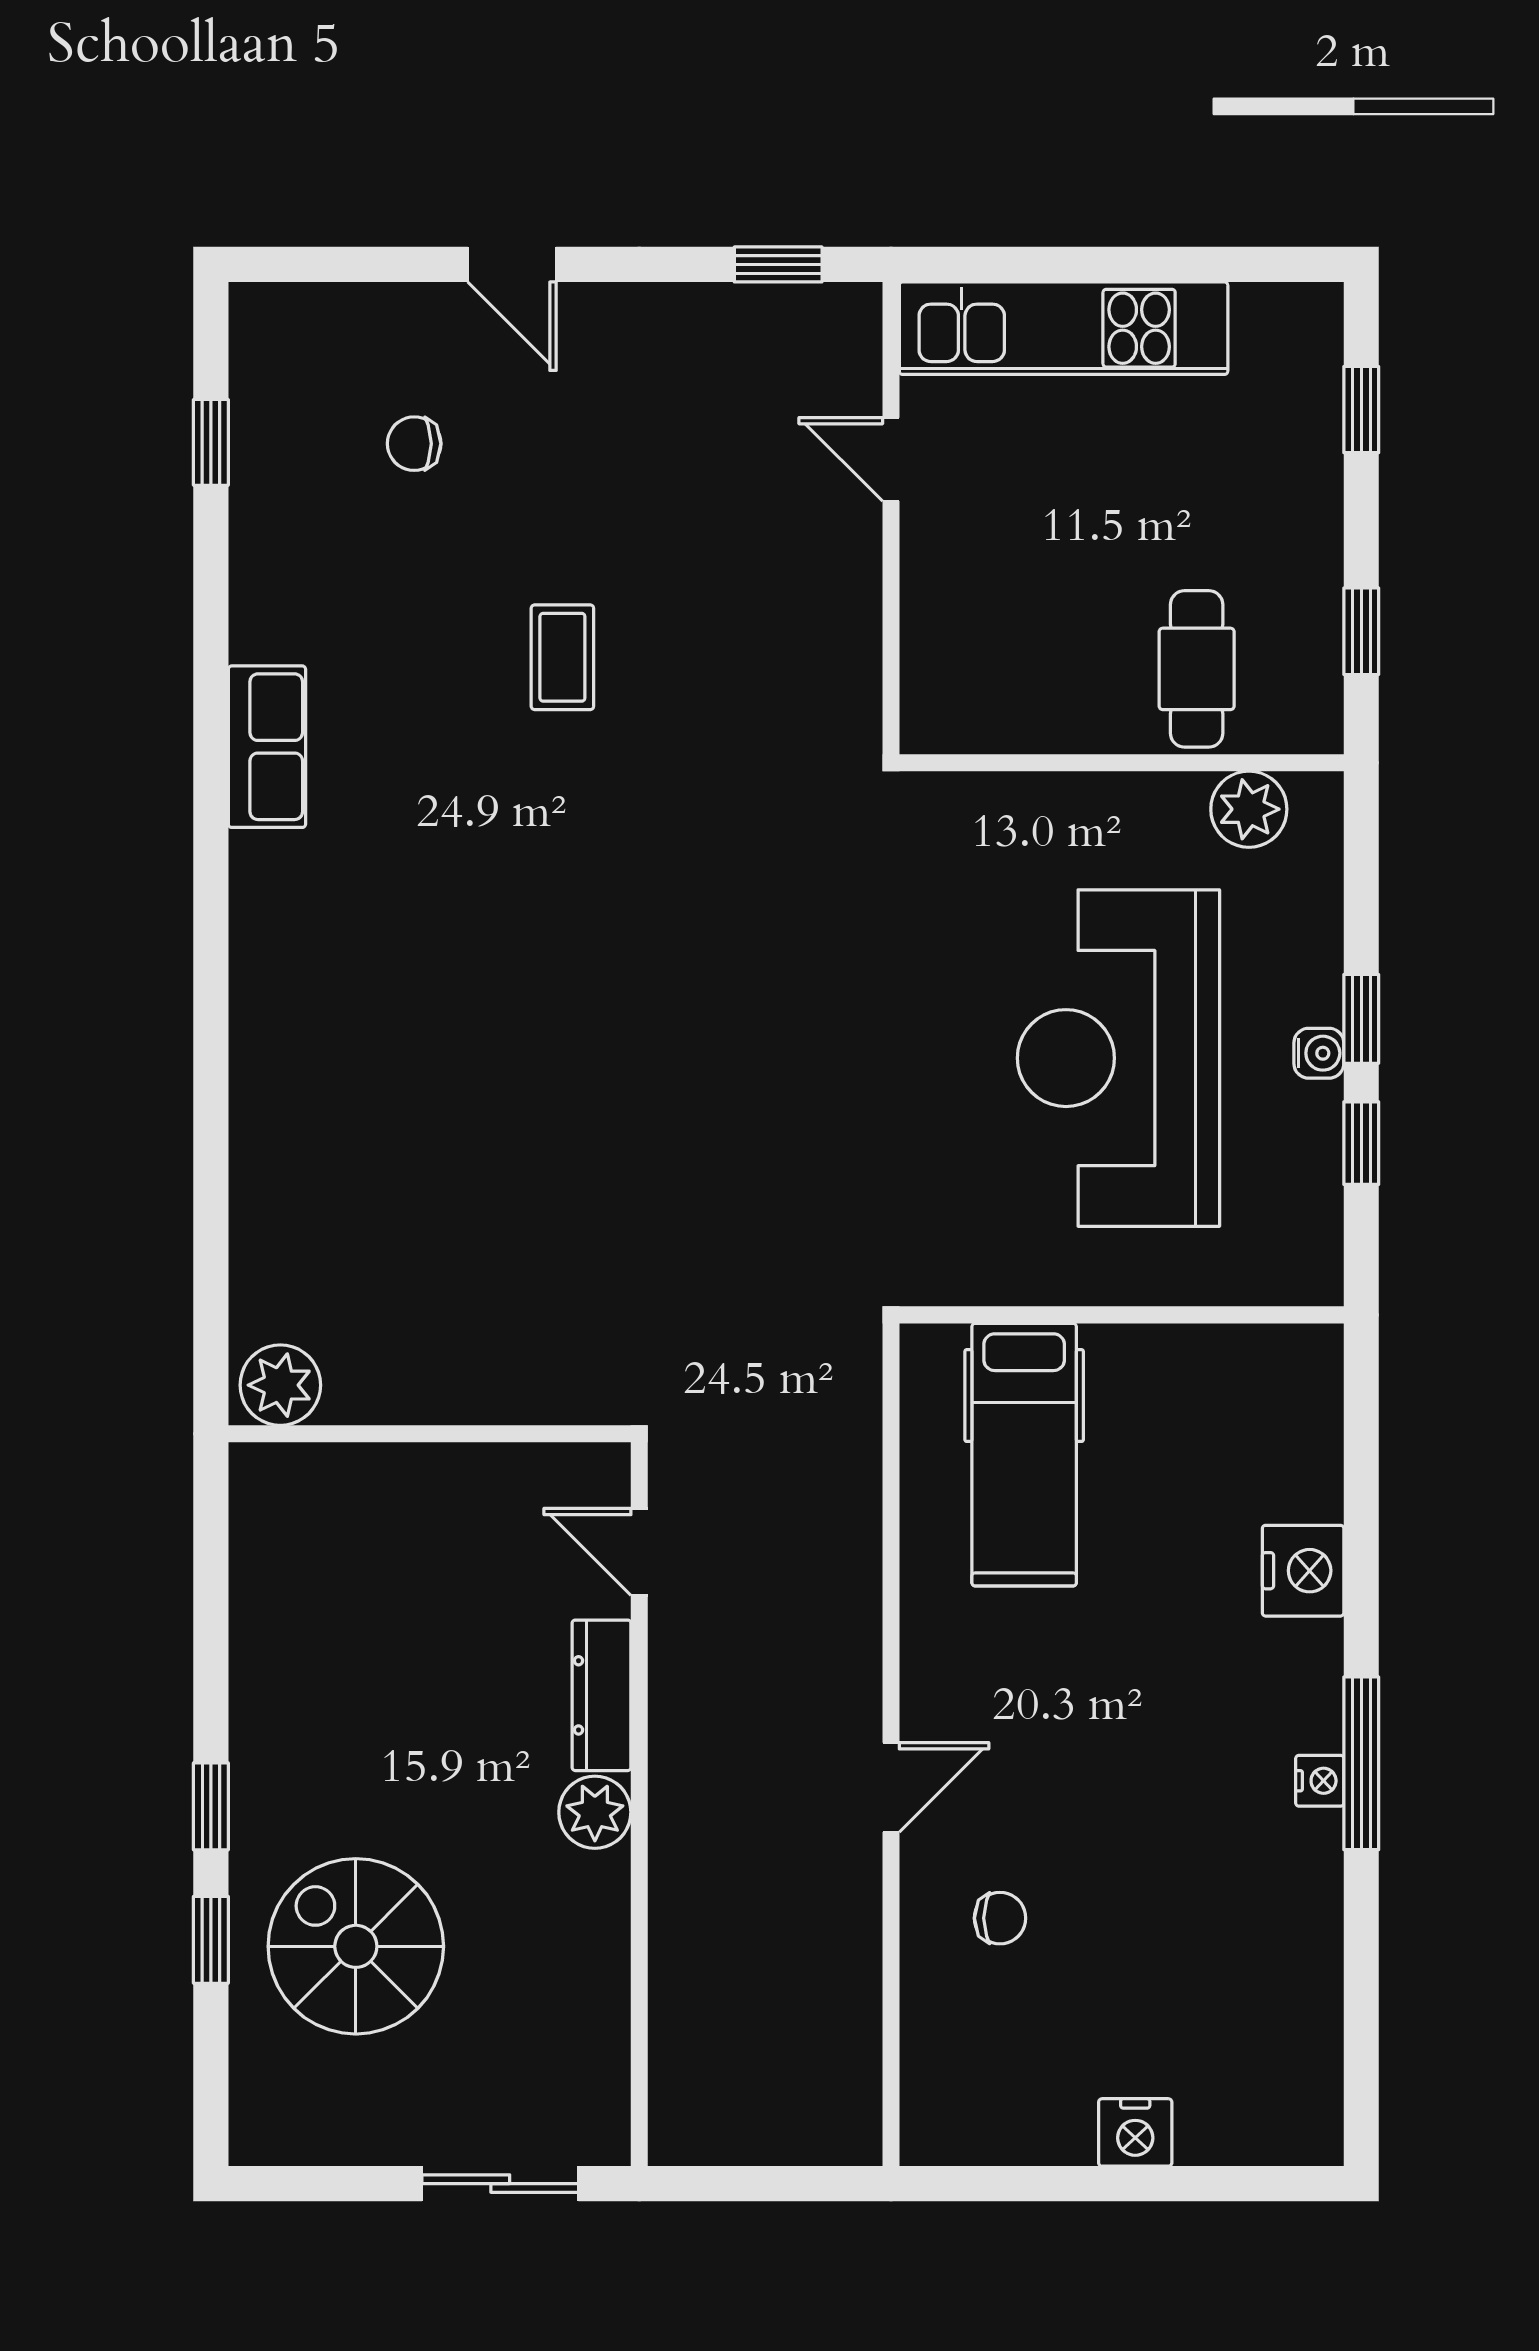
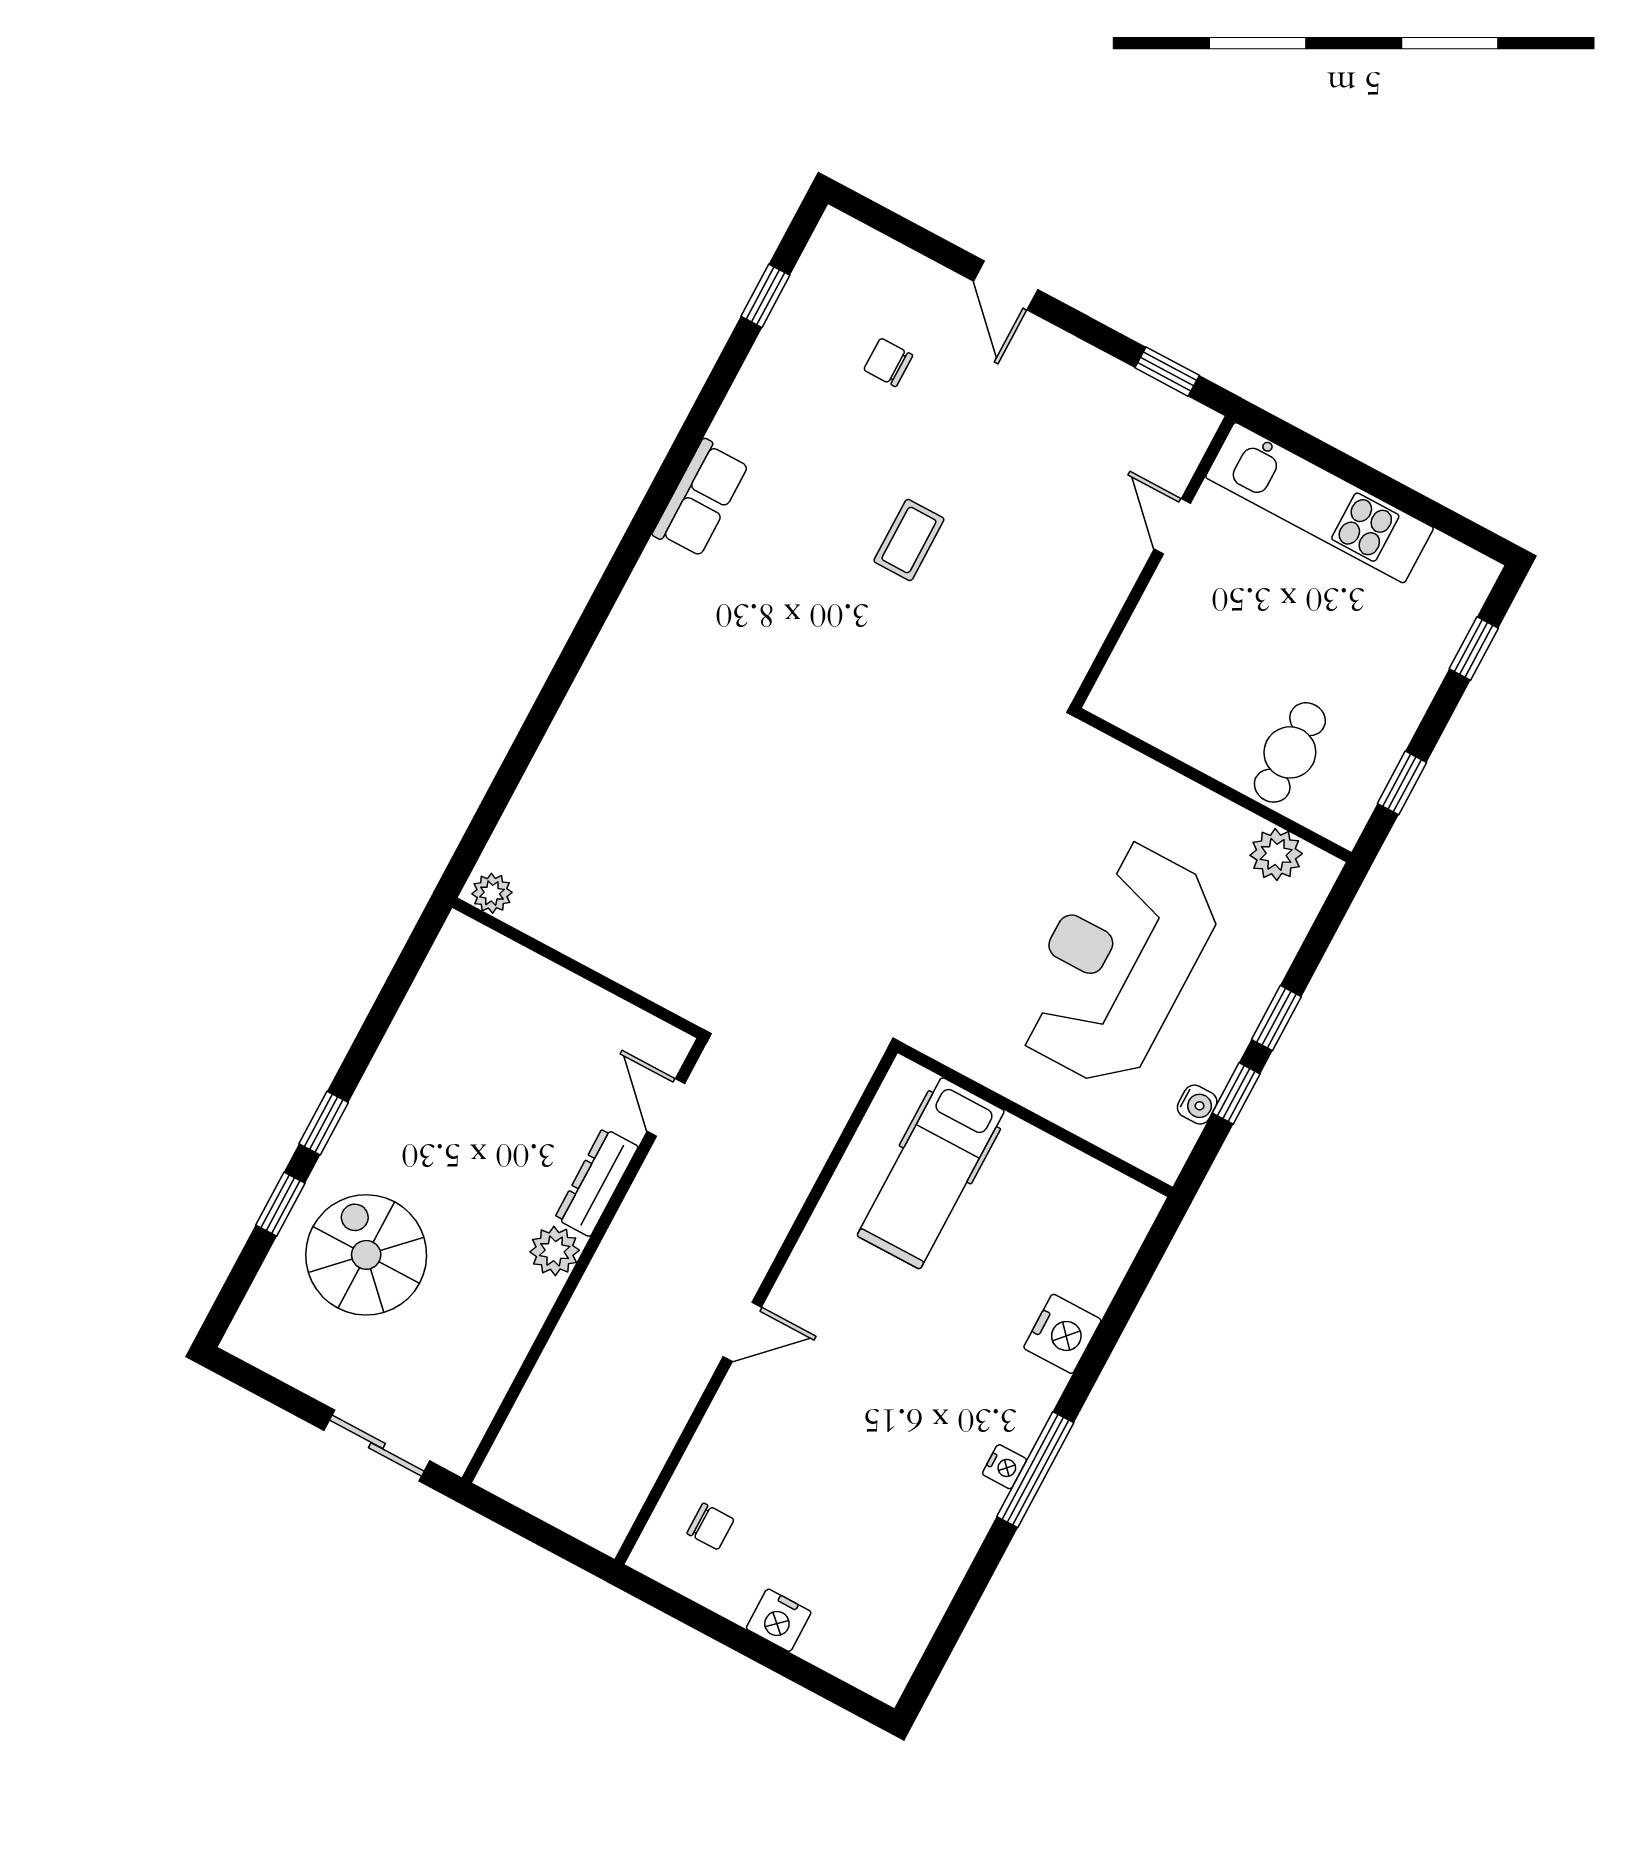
water cooler: (1319, 1053) -> (1197, 1105), moved
plant: (280, 1385) -> (492, 893), width x0.73, depth x0.73
chair: (1000, 1918) -> (711, 1526), moved

